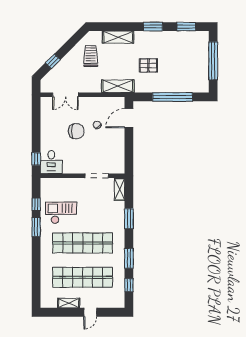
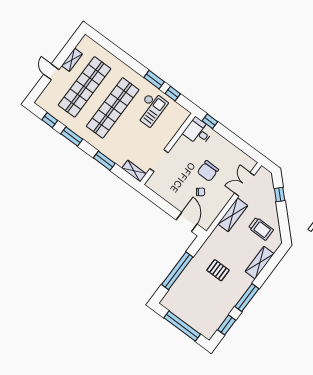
window: (153, 27) -> (247, 298), width x1.44
pallet: (148, 65) -> (218, 270), turned 90
shelving: (118, 86) -> (233, 215), moved

